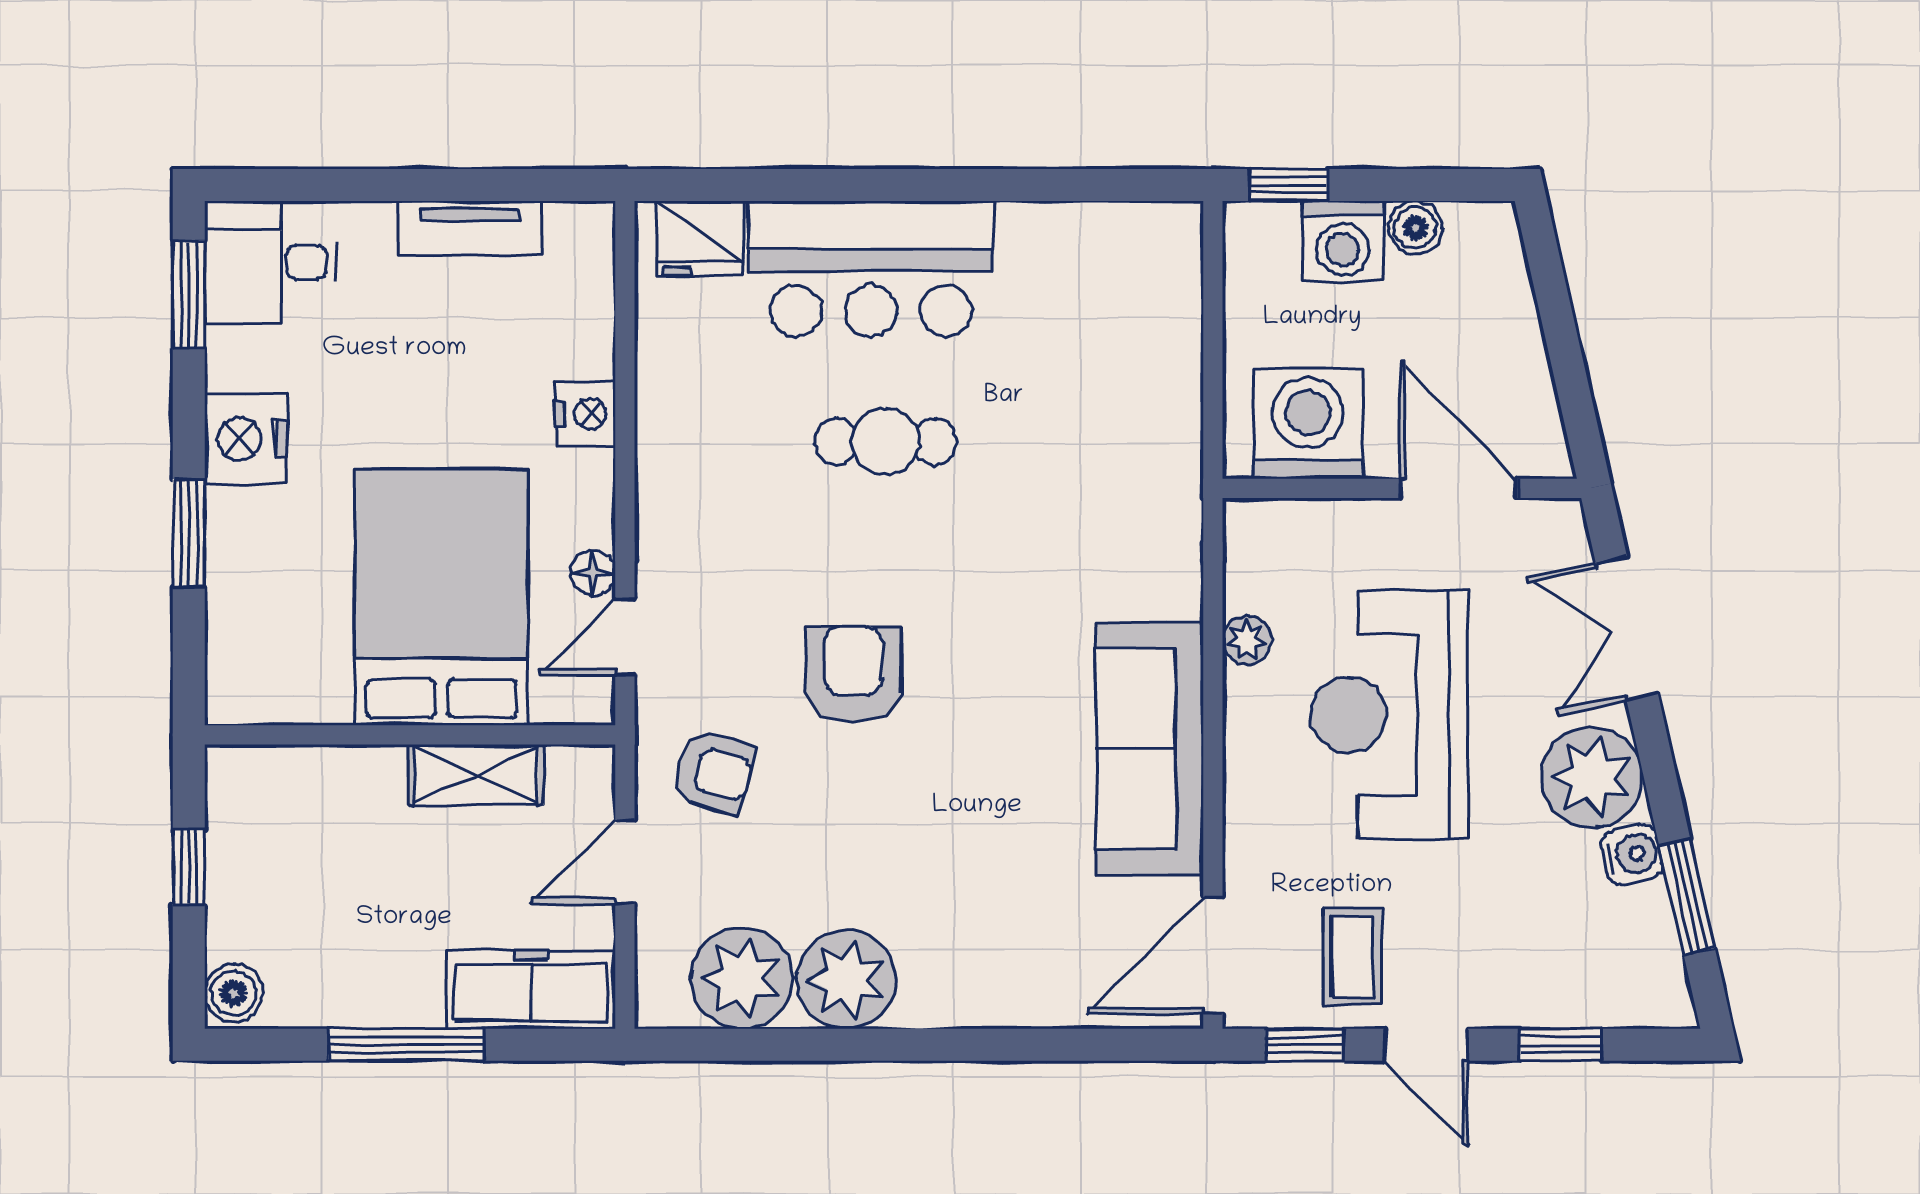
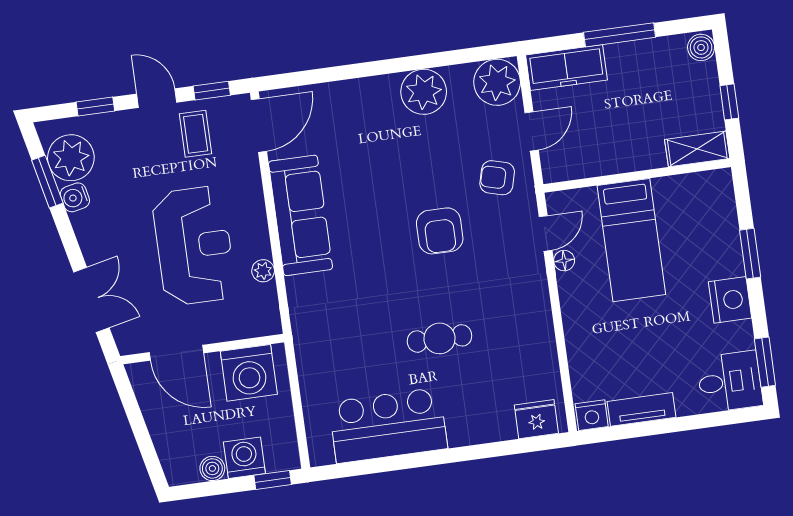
bar counter: (871, 269) -> (388, 425), moved
nightstand: (586, 414) -> (592, 415), moved, turned -90
bed: (441, 597) -> (631, 240), width x0.67
shelving: (476, 775) -> (697, 149), moved
plant: (1592, 777) -> (71, 158), moved
plant: (742, 978) -> (497, 82), moved

